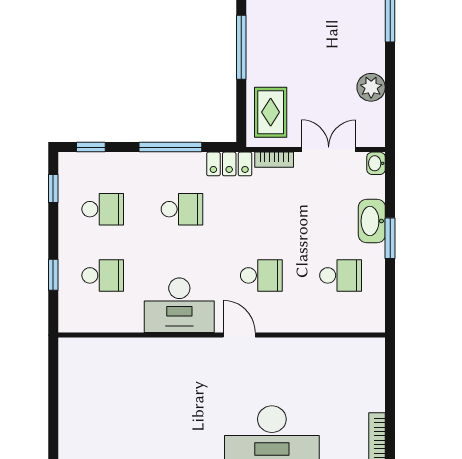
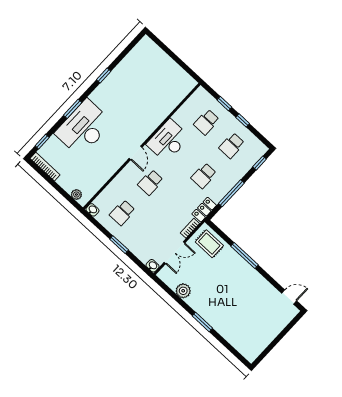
window: (53, 188) -> (243, 120), moved
washbasin: (372, 221) -> (92, 210), moved, width x0.52, depth x0.69
door: (239, 335) -> (136, 153), hinge flipped
plant: (375, 364) -> (76, 195), added

